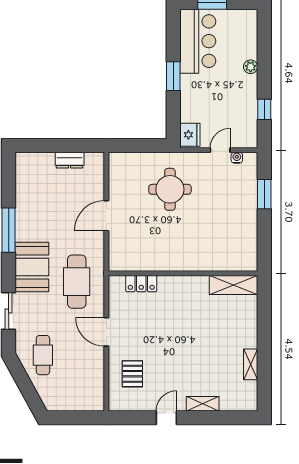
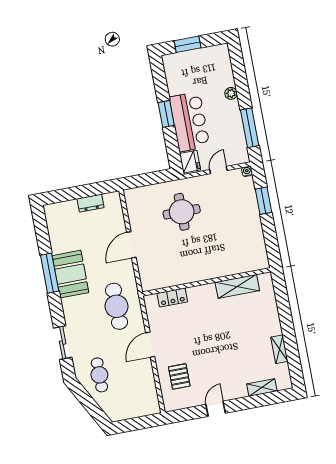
bar counter: (198, 41) -> (189, 122), moved
window: (264, 109) -> (250, 128), width x2.17
water cooler: (237, 158) -> (247, 171), moved
booth: (32, 267) -> (70, 274), moved
shelving: (233, 285) -> (237, 286), moved
door: (106, 332) -> (150, 345), hinge flipped
shelving: (203, 404) -> (262, 388), moved

